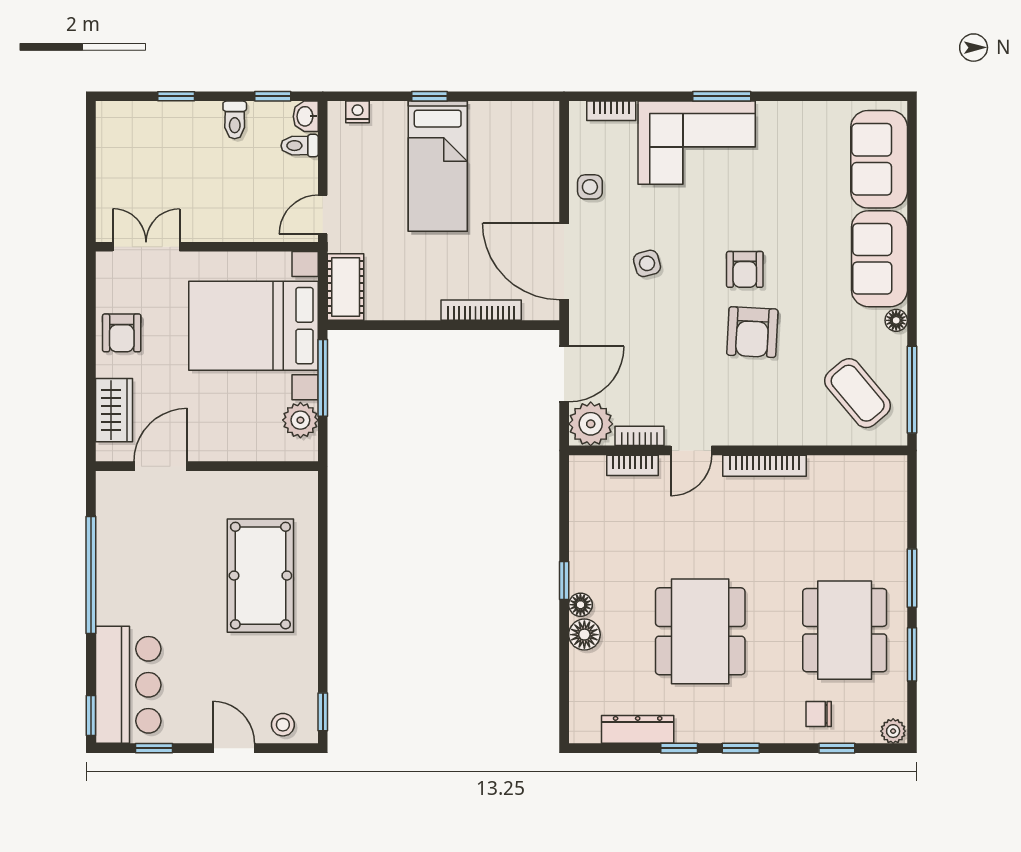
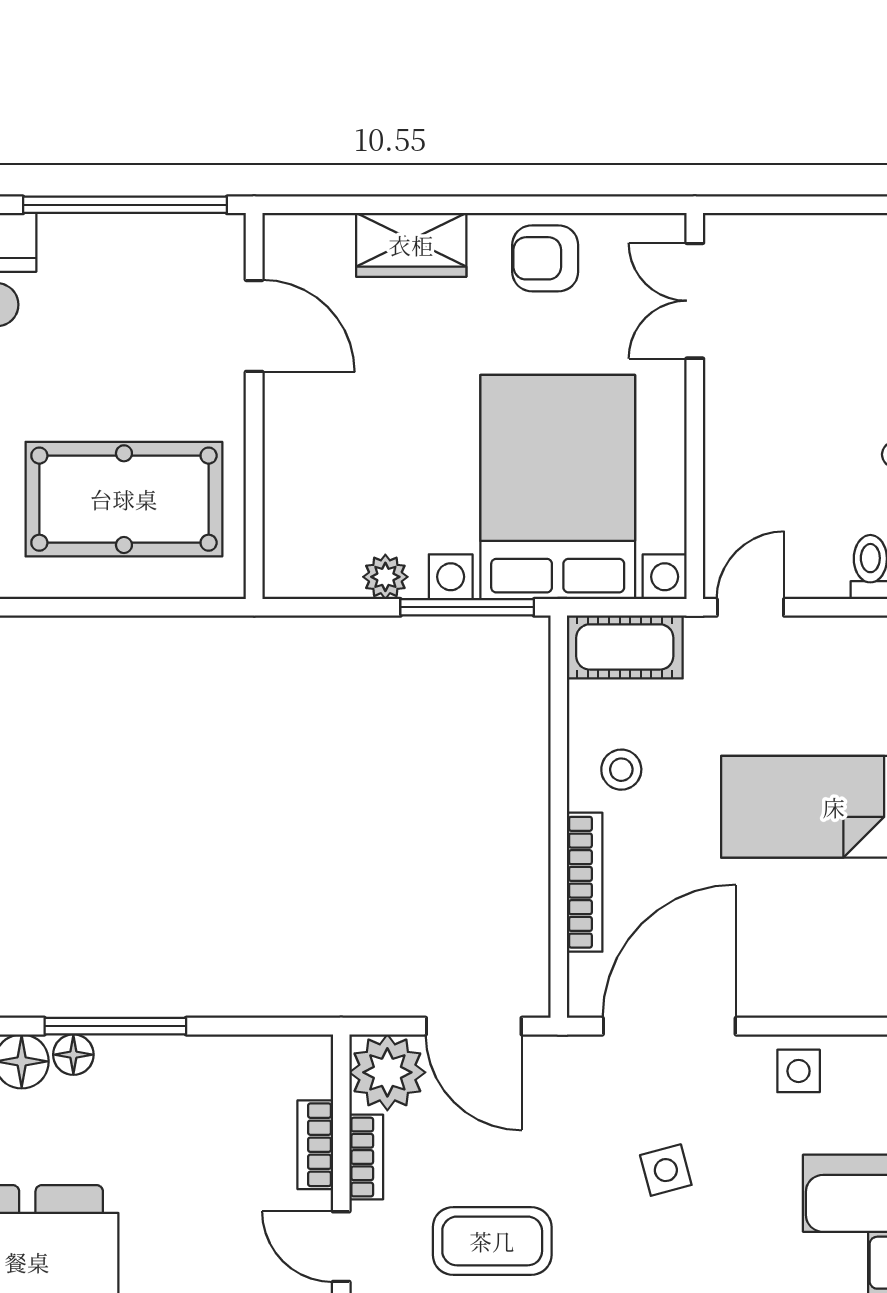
door: (323, 215) -> (750, 607), hinge flipped
double door: (146, 247) -> (695, 301), swing flipped
stool: (416, 289) -> (621, 770), added
coffee table: (688, 363) -> (492, 1241), added
plant: (300, 420) -> (385, 577), width x0.73, depth x0.73
door: (161, 466) -> (254, 326), moved
wall: (207, 466) -> (254, 406), moved
window: (564, 581) -> (115, 1026), width x2.17

